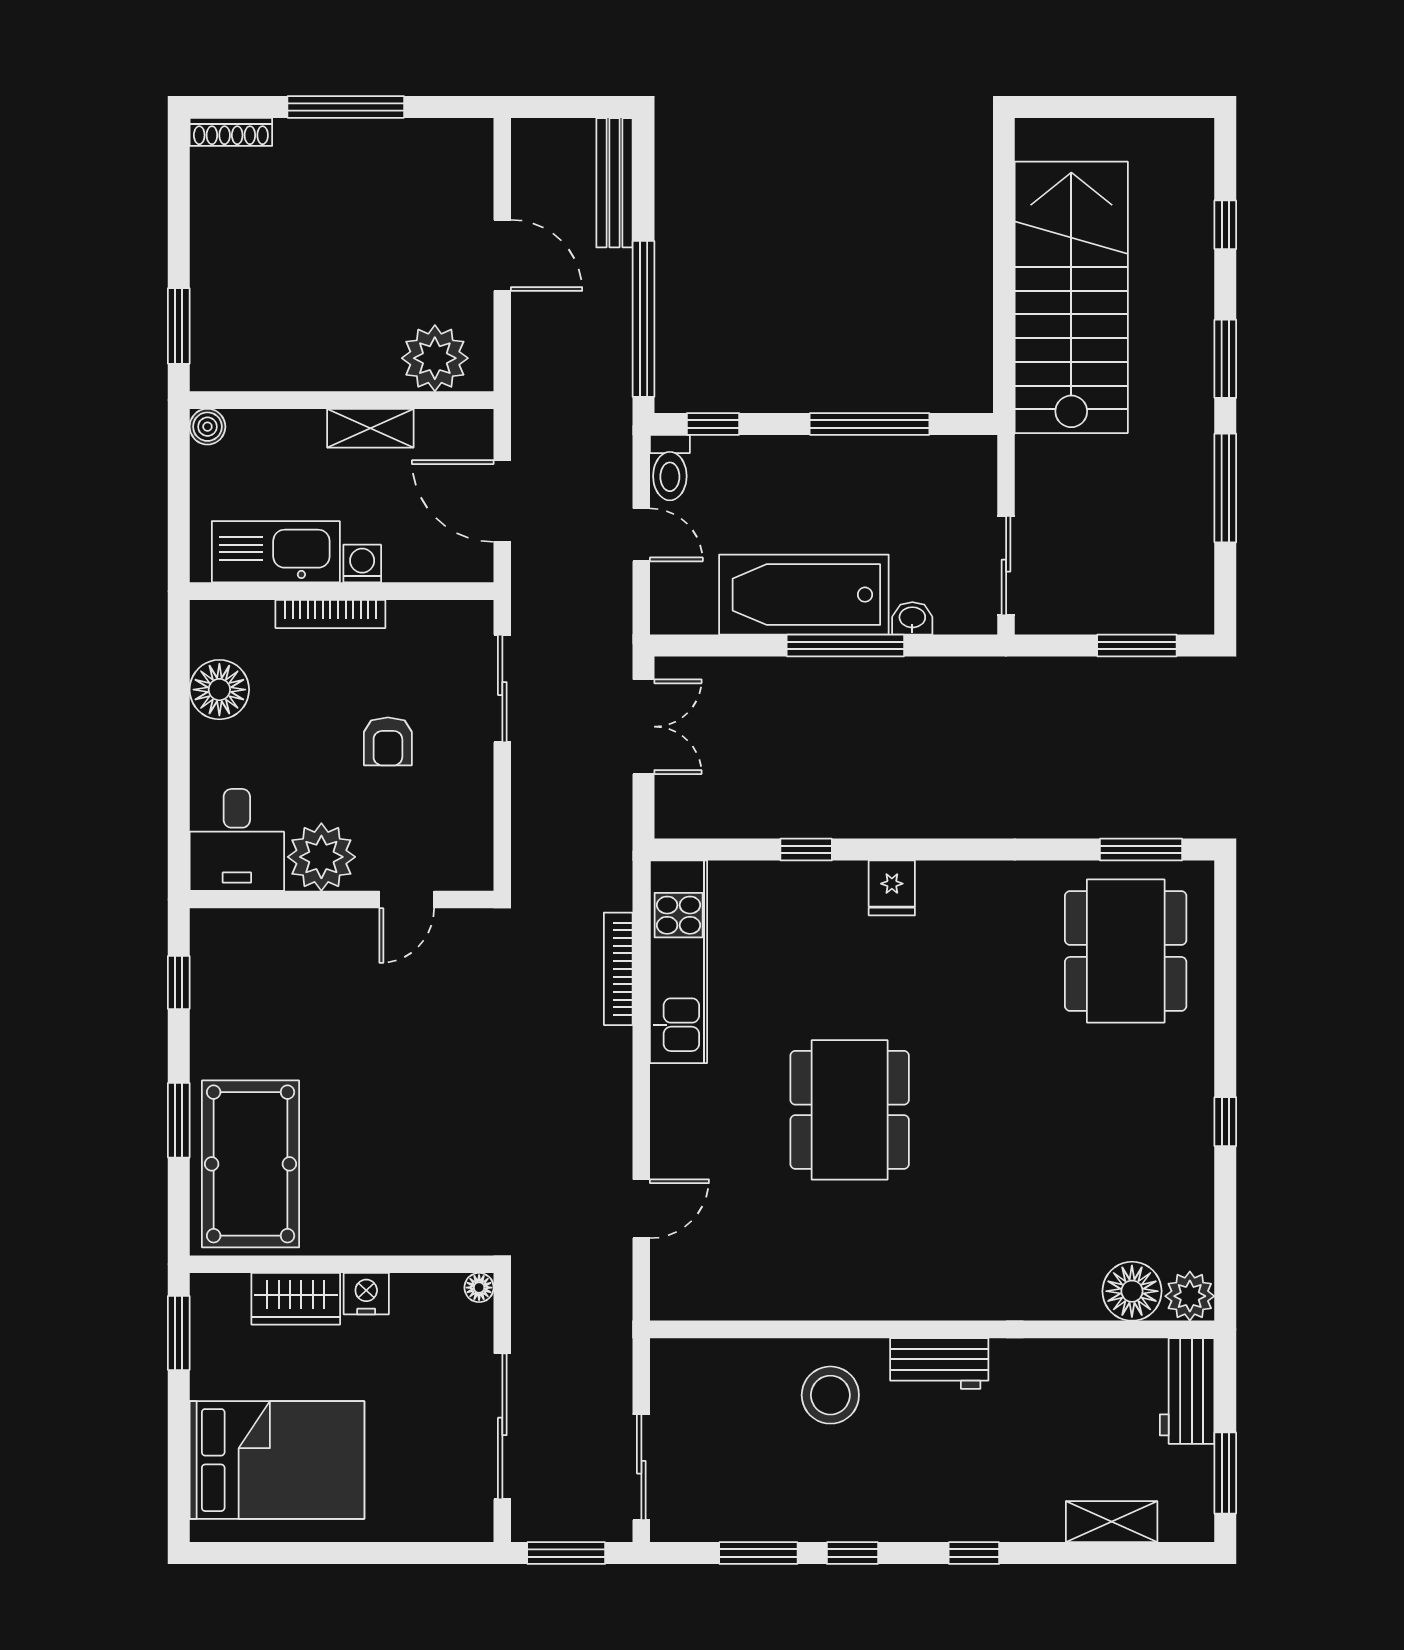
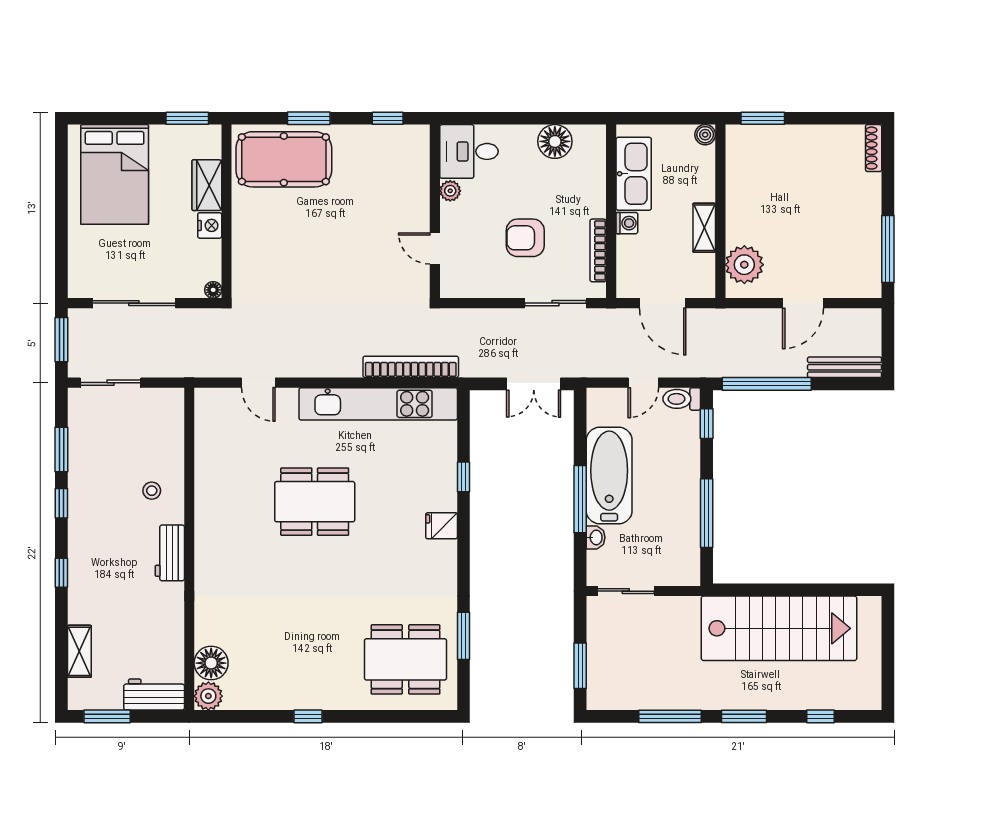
window: (346, 107) -> (888, 249), moved
door: (502, 501) -> (663, 303), swing flipped
bookcase: (330, 614) -> (598, 250), moved
armchair: (388, 741) -> (525, 238), width x1.38, depth x1.38
window: (1141, 850) -> (463, 636), moved
plant: (321, 857) -> (450, 191), width x0.53, depth x0.53
kitchen unit: (679, 962) -> (378, 404), width x1.36
bookcase: (618, 969) -> (411, 367), width x1.48, depth x1.31
stool: (830, 1395) -> (152, 491), width x0.53, depth x0.53

